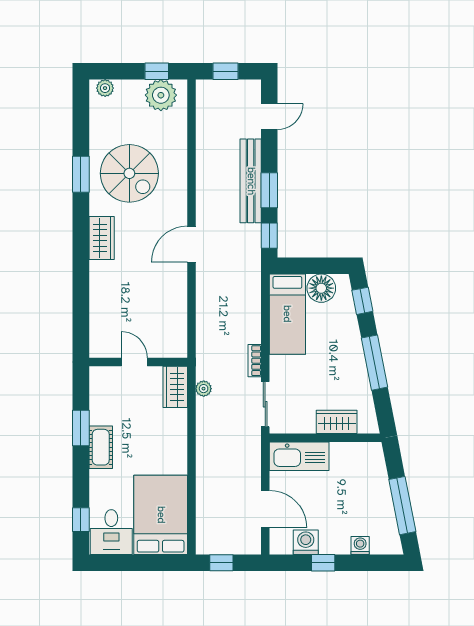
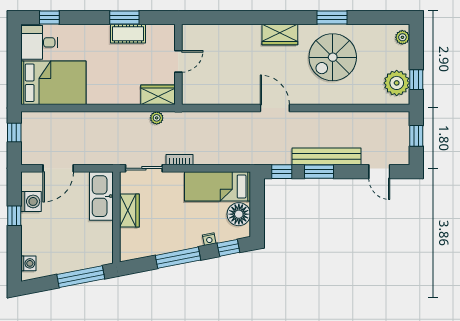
nightstand: (352, 324) -> (209, 239), added
wardrobe: (337, 422) -> (129, 210), moved
cot: (101, 447) -> (128, 34), moved
window: (402, 506) -> (81, 277), moved
washing machine: (360, 545) -> (28, 263), moved

